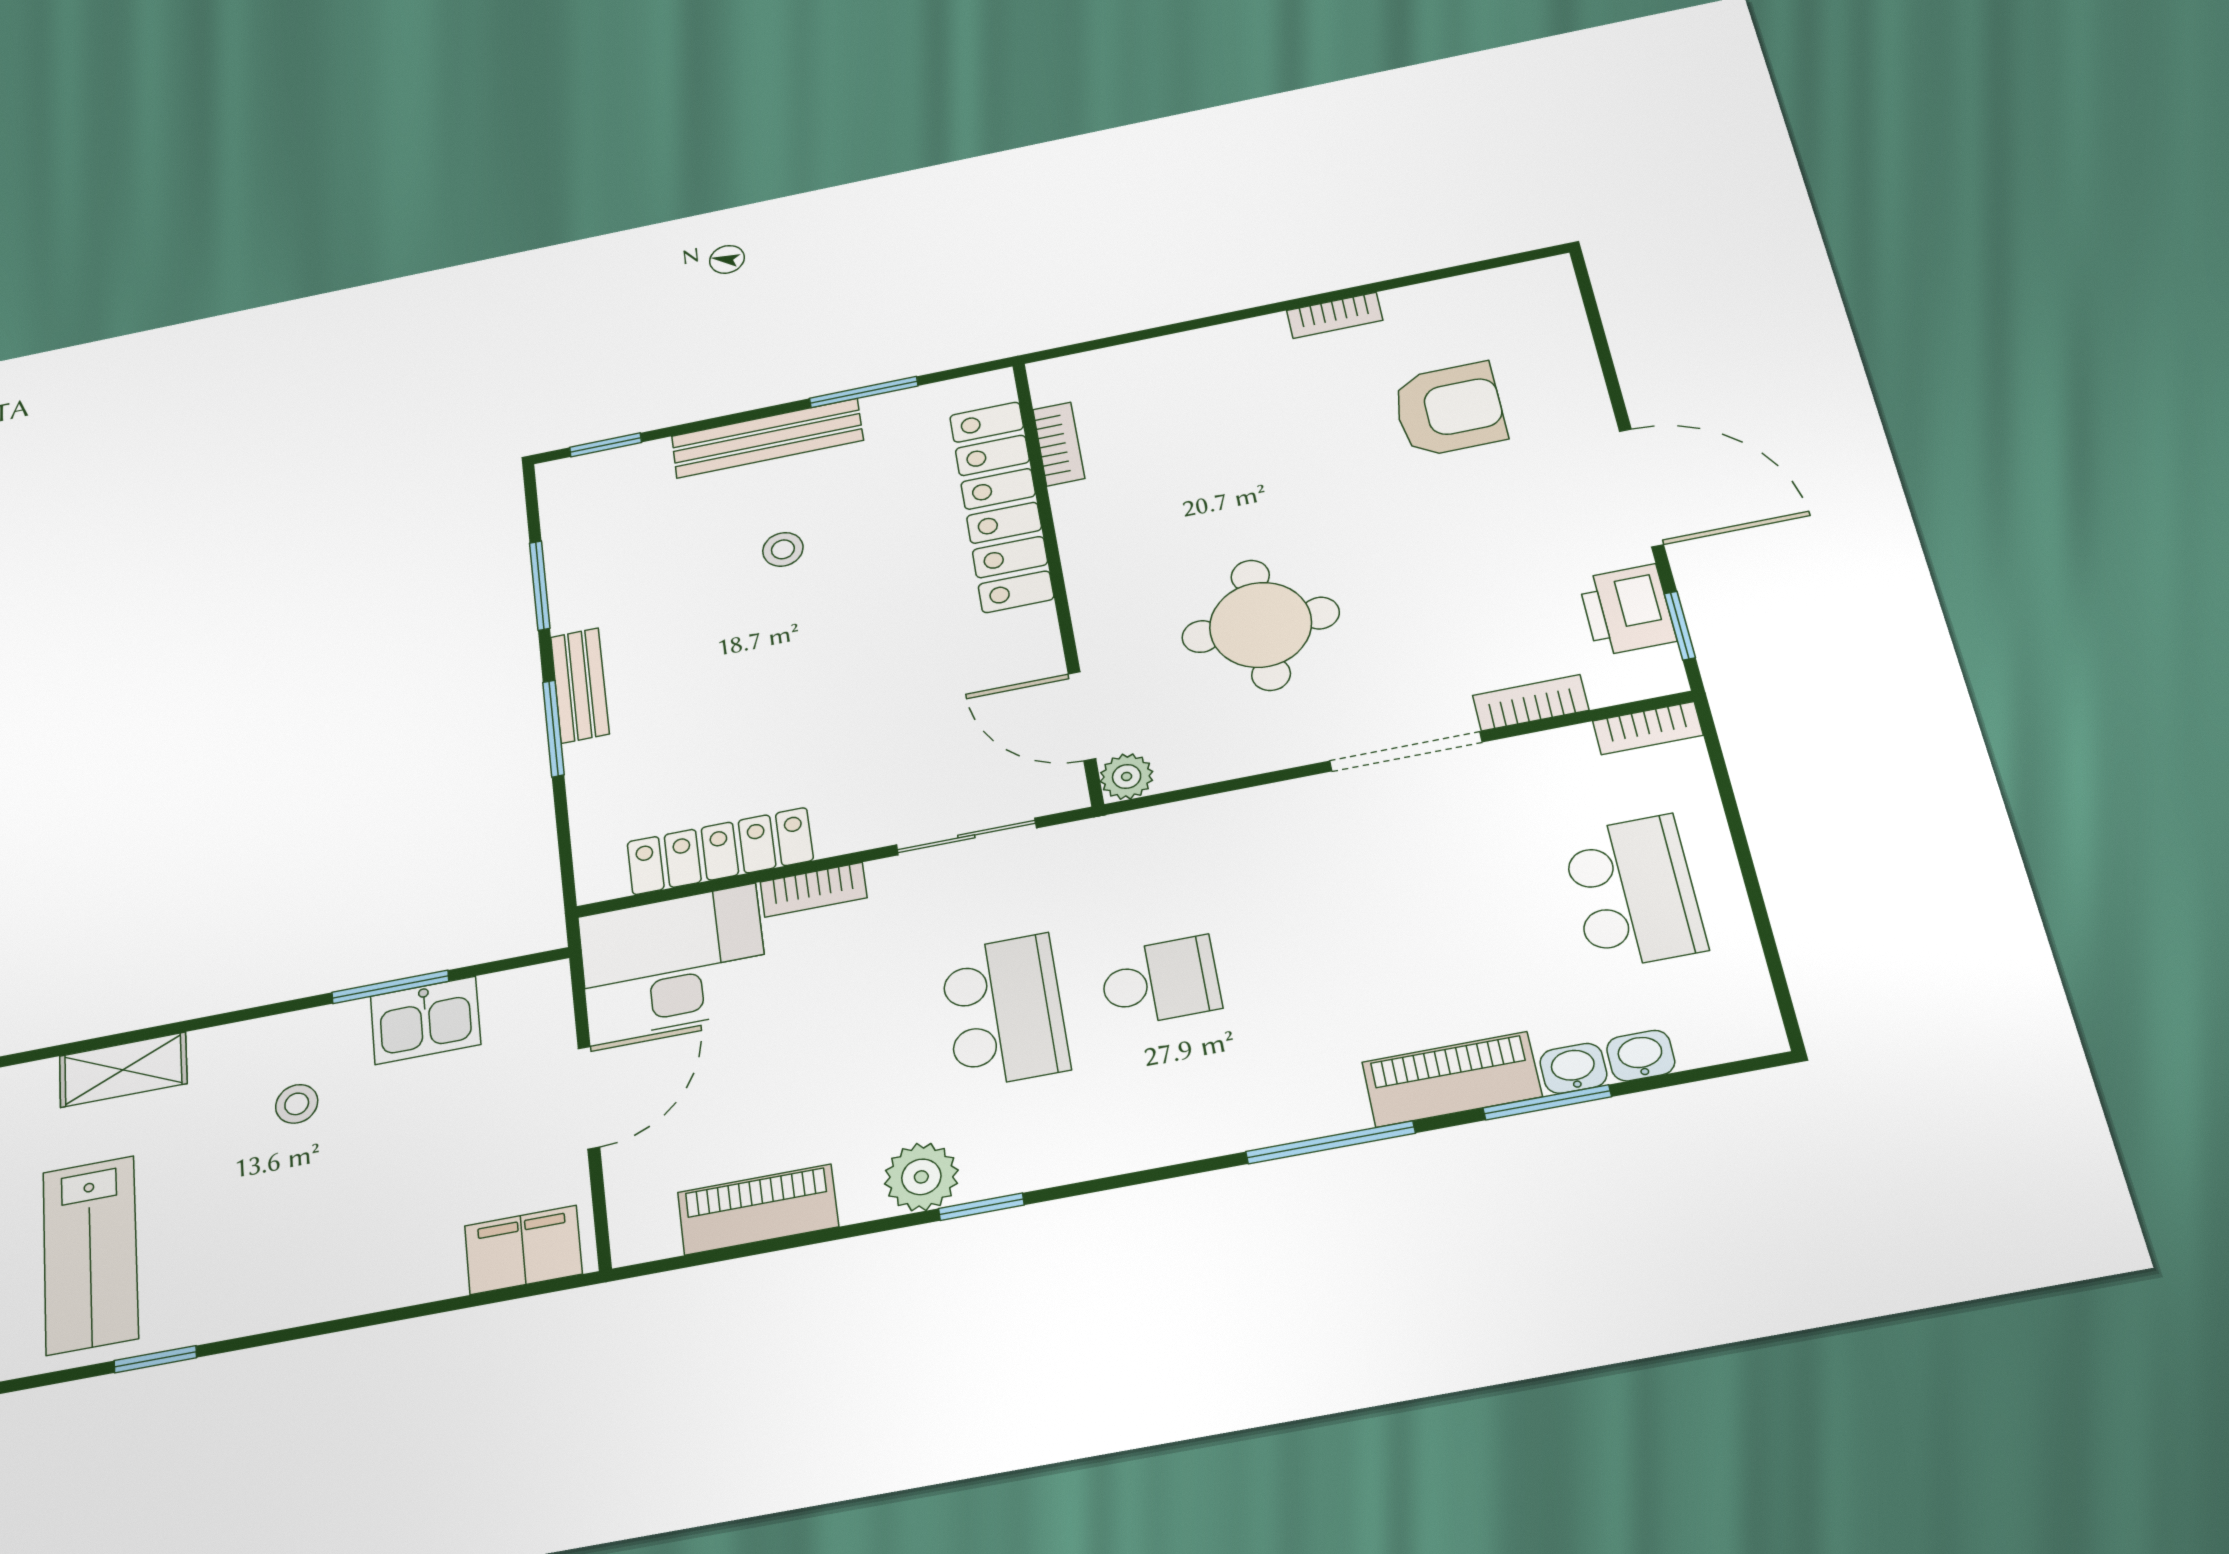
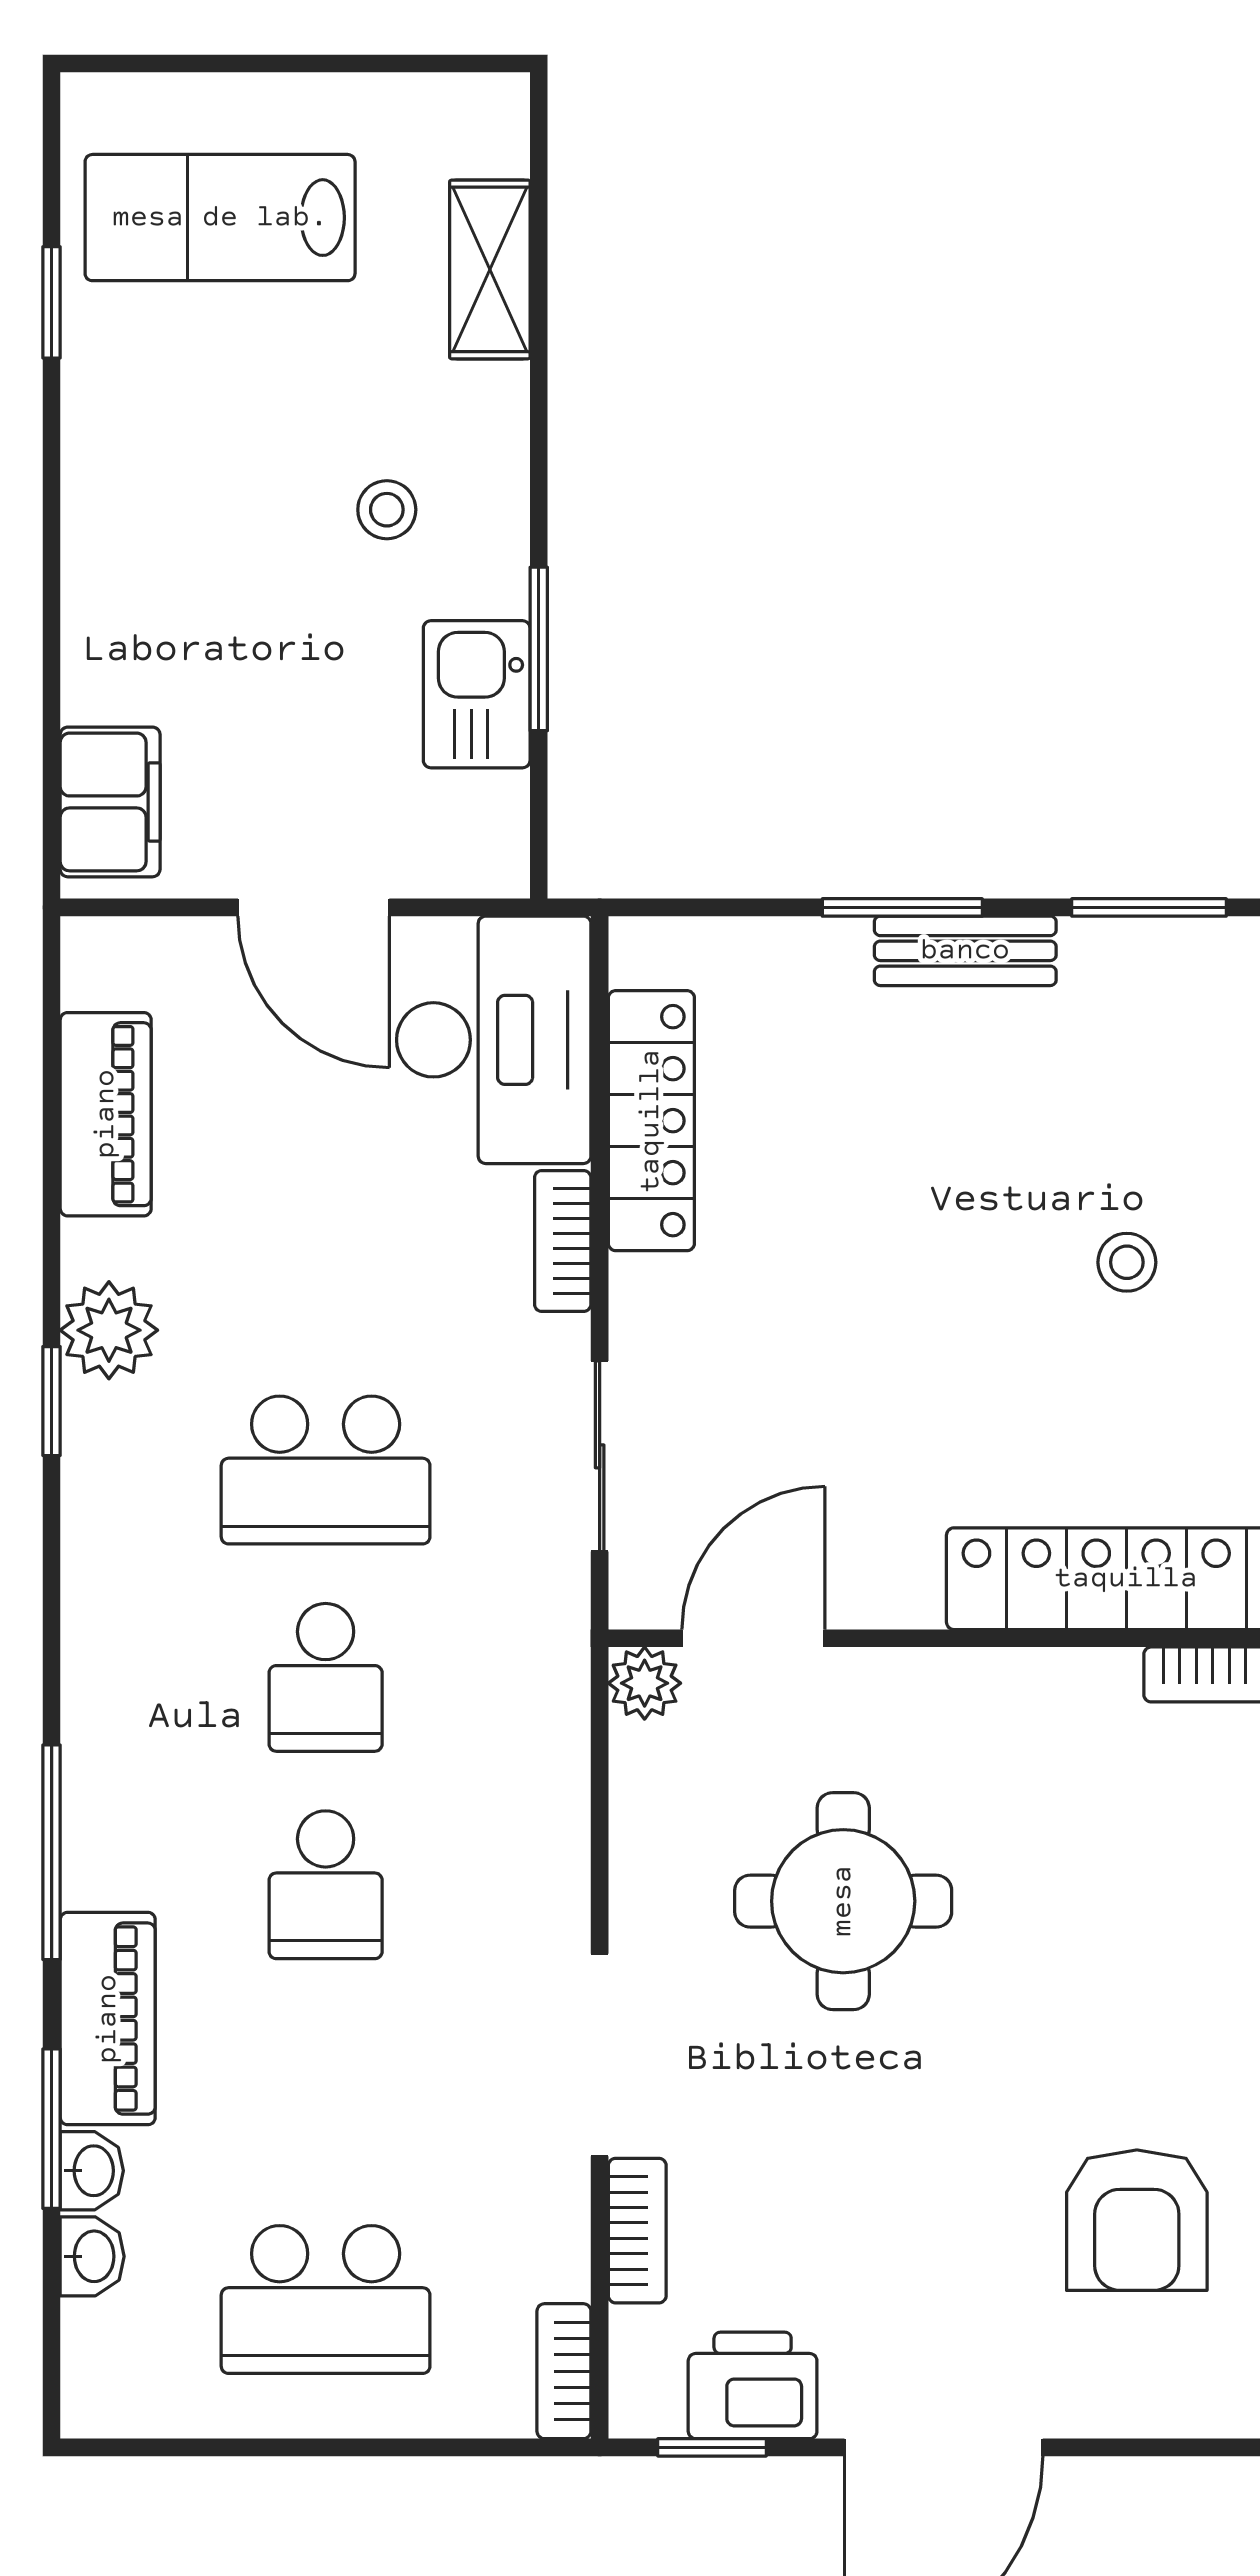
school desk: (1317, 952) -> (326, 1885), added

